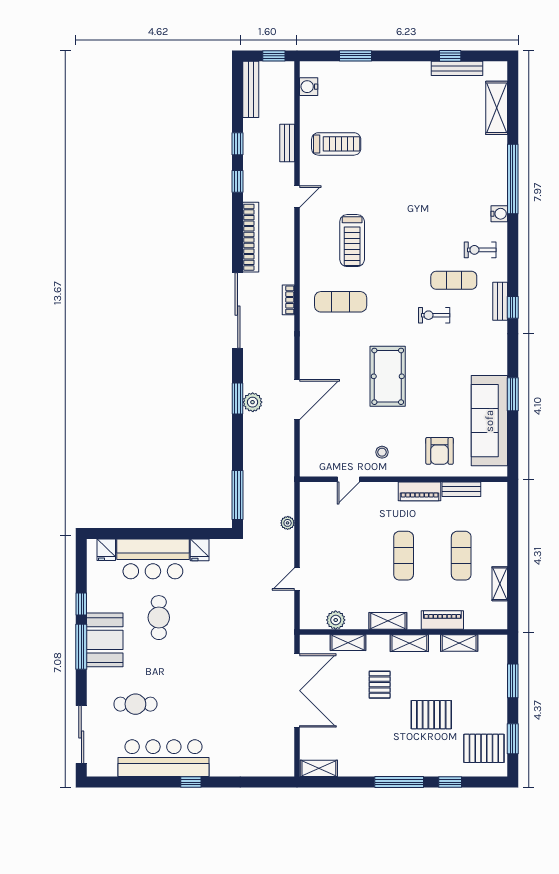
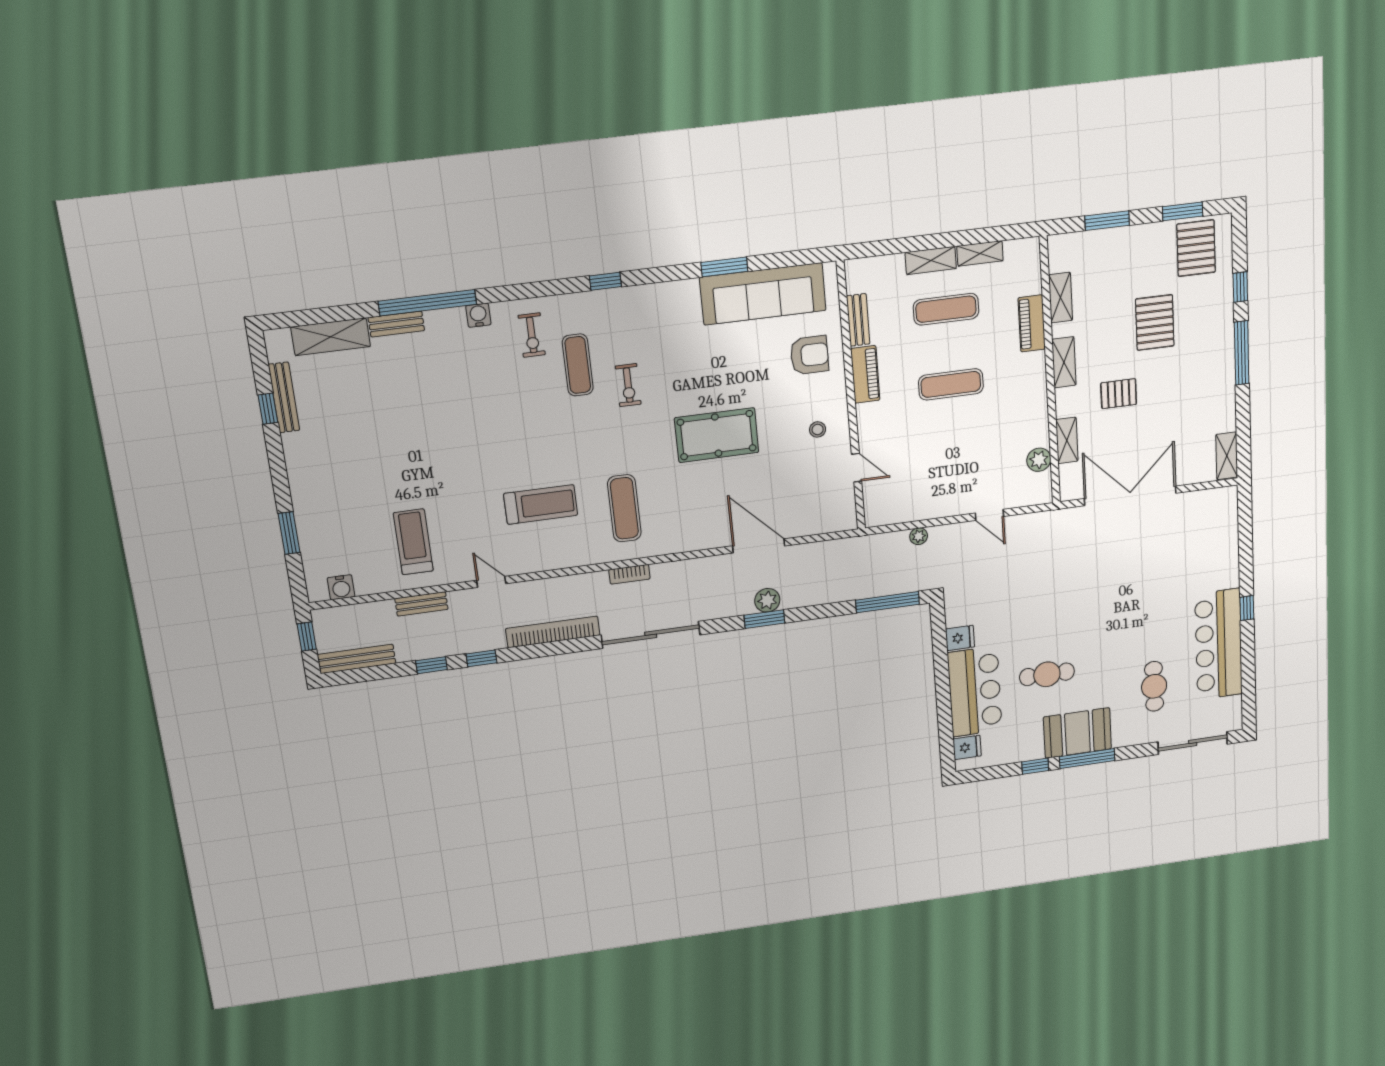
bench: (500, 301) -> (396, 324), moved
shelving: (388, 621) -> (931, 260), moved, turned 90

